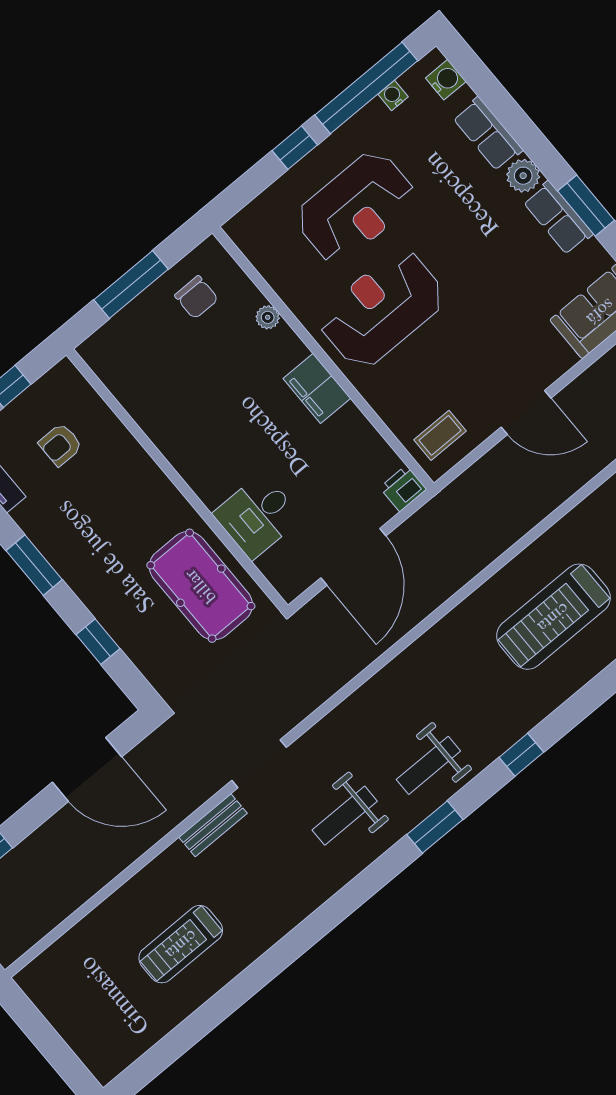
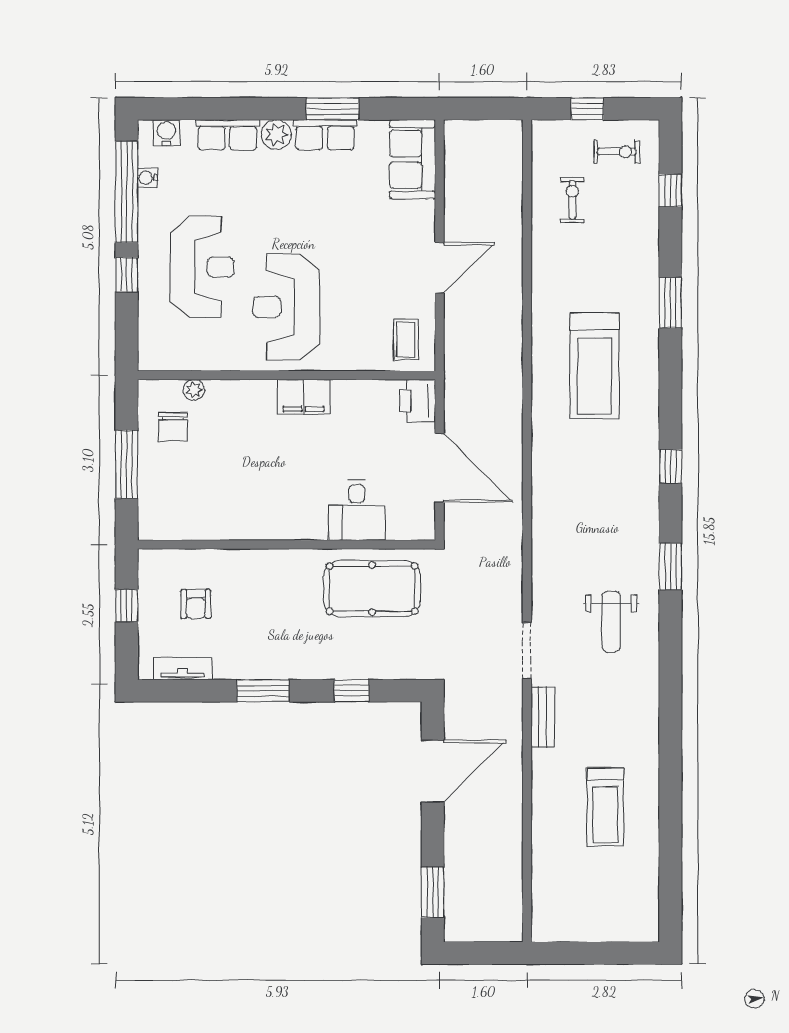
chair: (196, 297) -> (173, 427), turned 90
plant: (268, 317) -> (194, 390), moved
printer: (403, 488) -> (418, 401), width x1.36, depth x1.24
weight bench: (428, 765) -> (625, 536), removed

